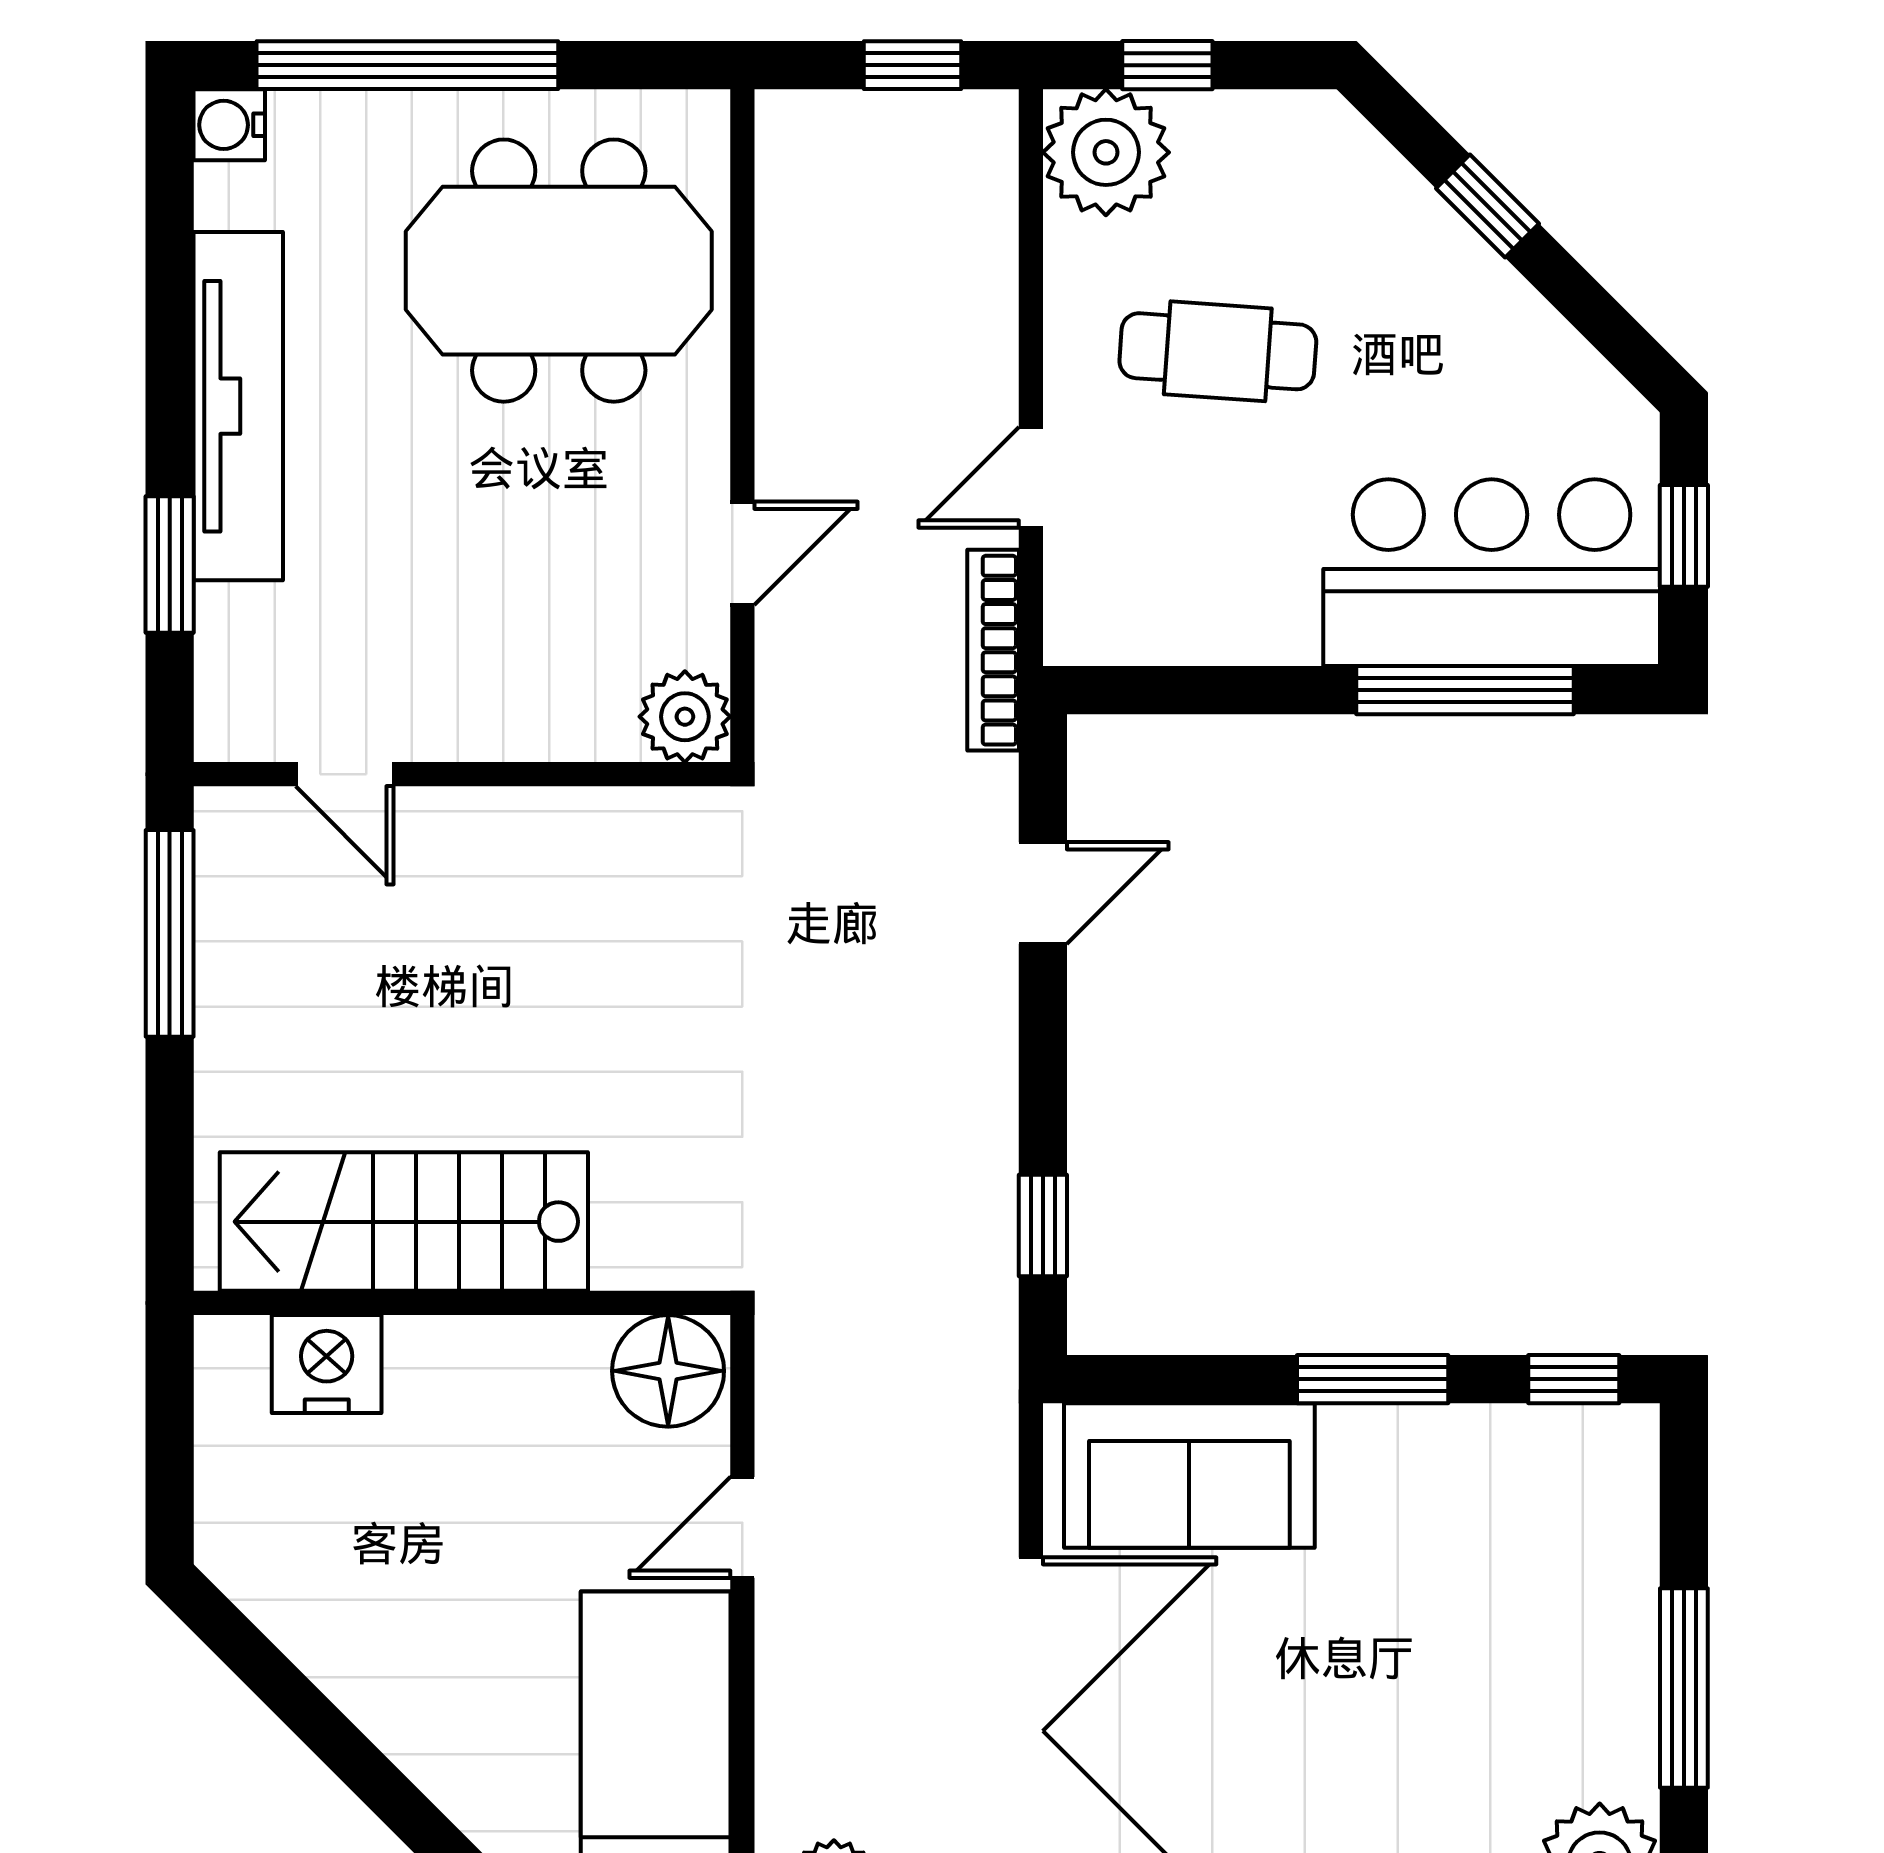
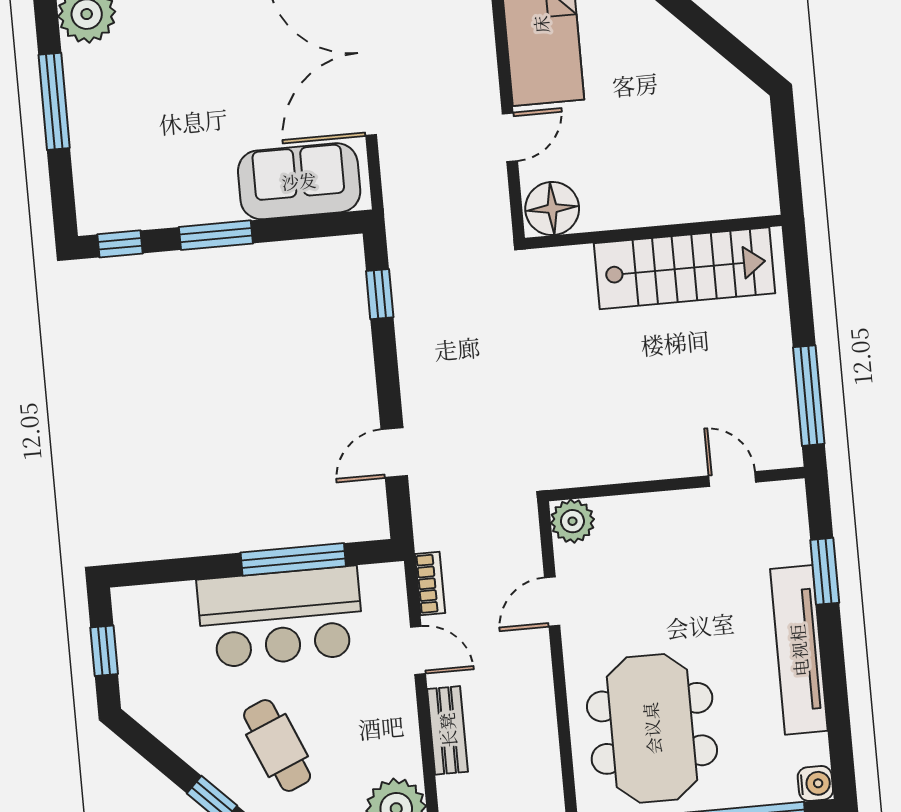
meeting table: (559, 271) -> (652, 728), turned 90
bench: (985, 305) -> (448, 730), added
cafe table: (1218, 351) -> (277, 746), moved, turned 63
door: (1031, 477) -> (418, 650), hinge flipped
bar counter: (1492, 573) -> (280, 617), moved
bookcase: (993, 650) -> (430, 583), width x0.64
window: (1465, 690) -> (293, 559), moved
nightstand: (327, 1364) -> (715, 197), removed

